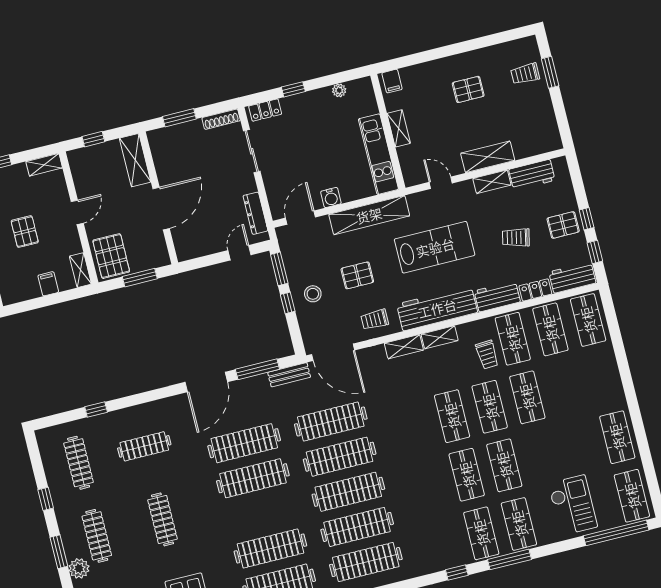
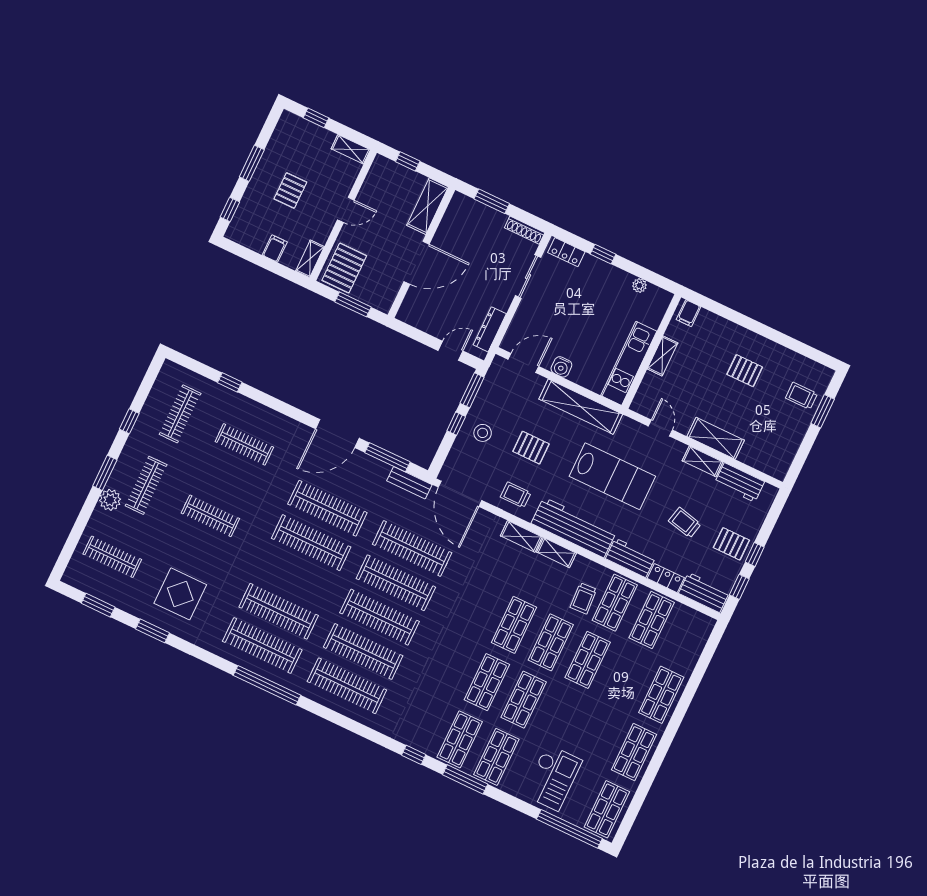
shop shelf: (588, 320) -> (661, 695), moved
clothes rail: (162, 519) -> (210, 516), turned 90

